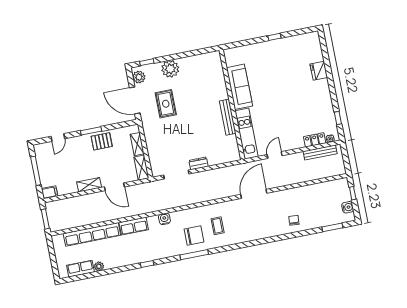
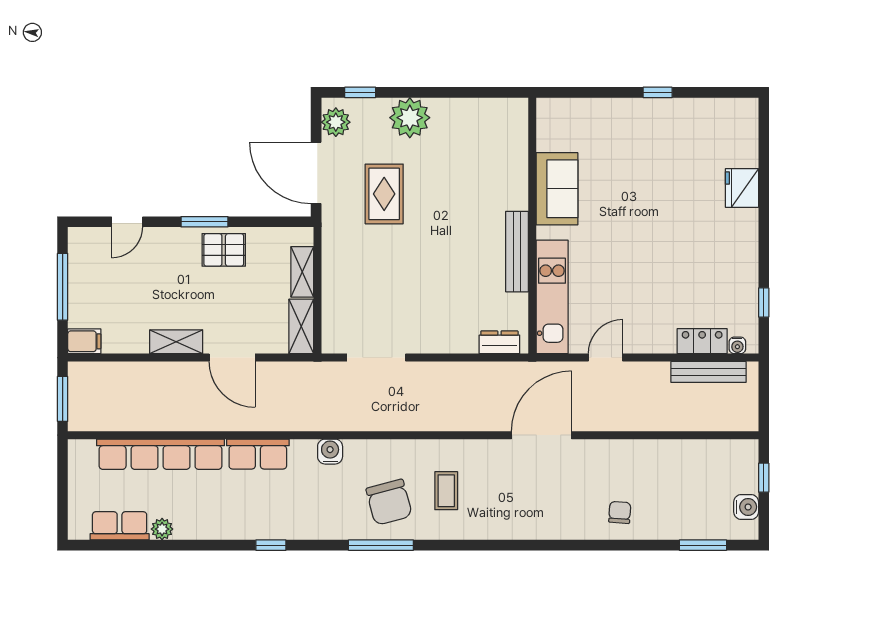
sofa: (239, 87) -> (557, 189), width x0.73
dresser: (199, 163) -> (499, 342), moved
chair: (194, 236) -> (389, 502), turned 75

